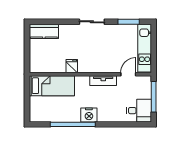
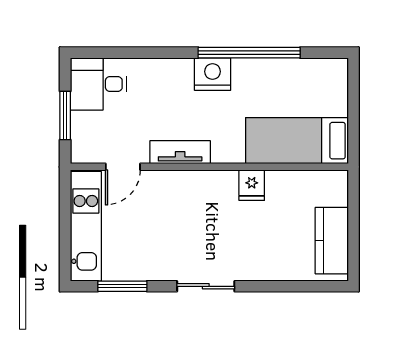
kitchen counter: (44, 31) -> (332, 241), moved, turned -90
window: (154, 97) -> (65, 116), width x0.69

